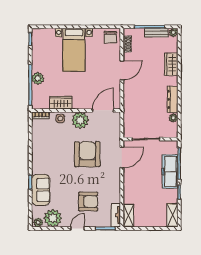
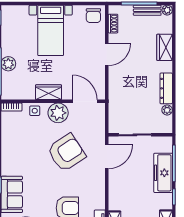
wardrobe: (61, 103) -> (49, 92), moved
door: (103, 110) -> (85, 101), hinge flipped
armchair: (87, 154) -> (66, 153), turned 57

